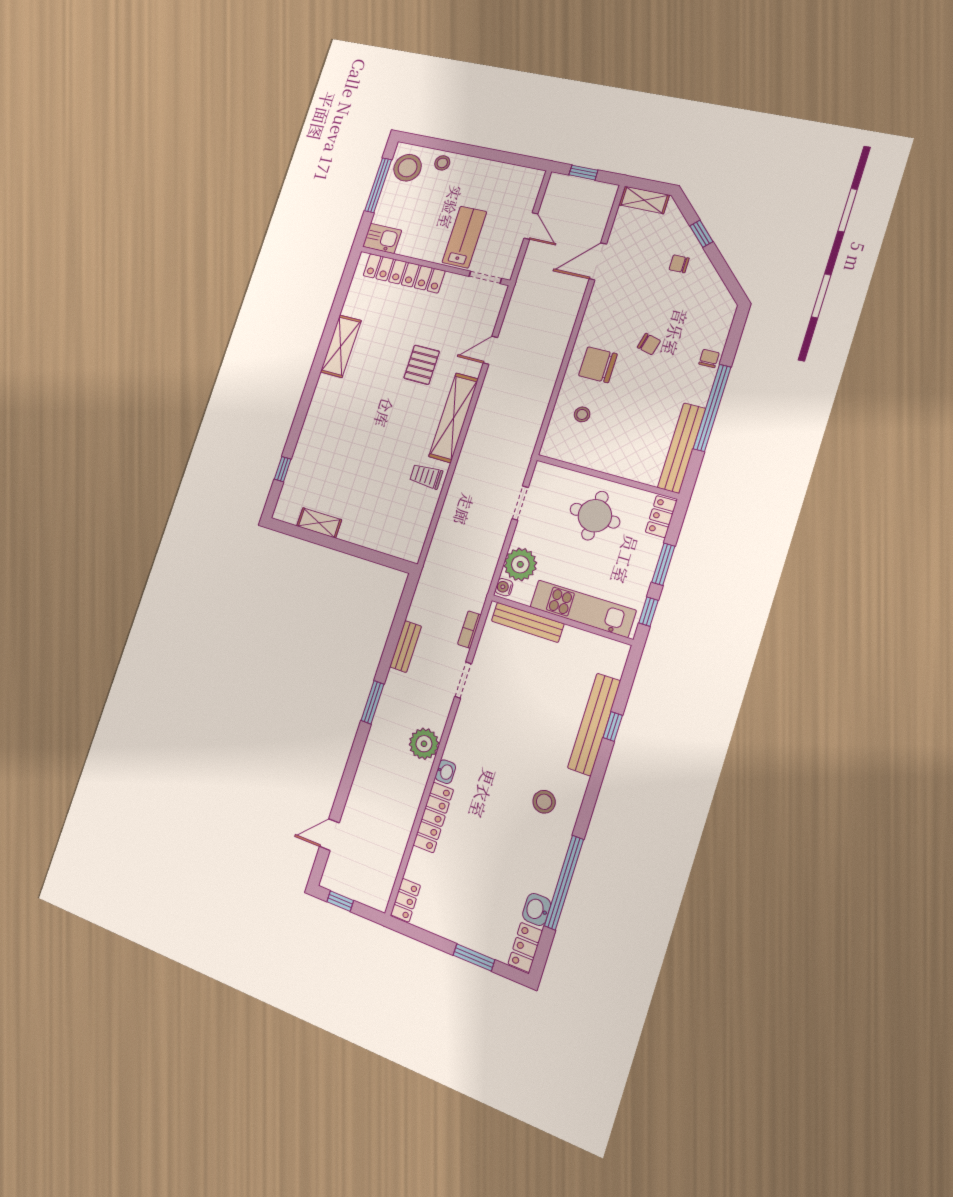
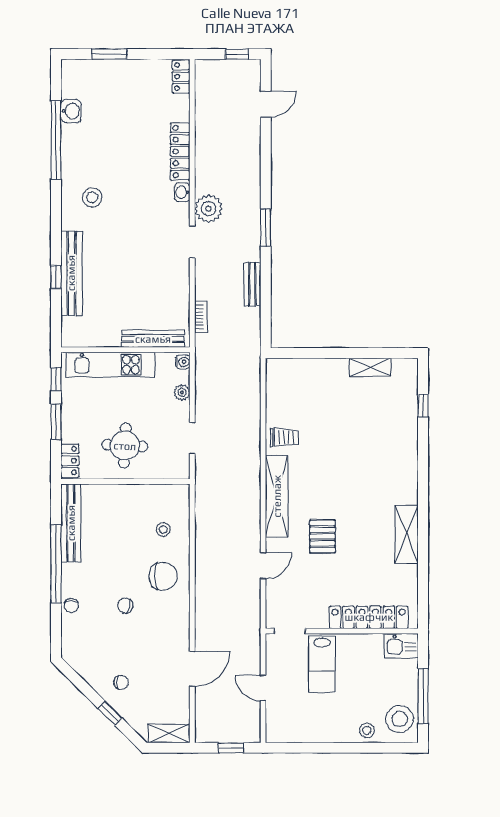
plant: (520, 564) -> (182, 392), width x0.53, depth x0.53
doorway: (463, 680) -> (192, 242), moved
locker: (525, 947) -> (71, 78), removed

